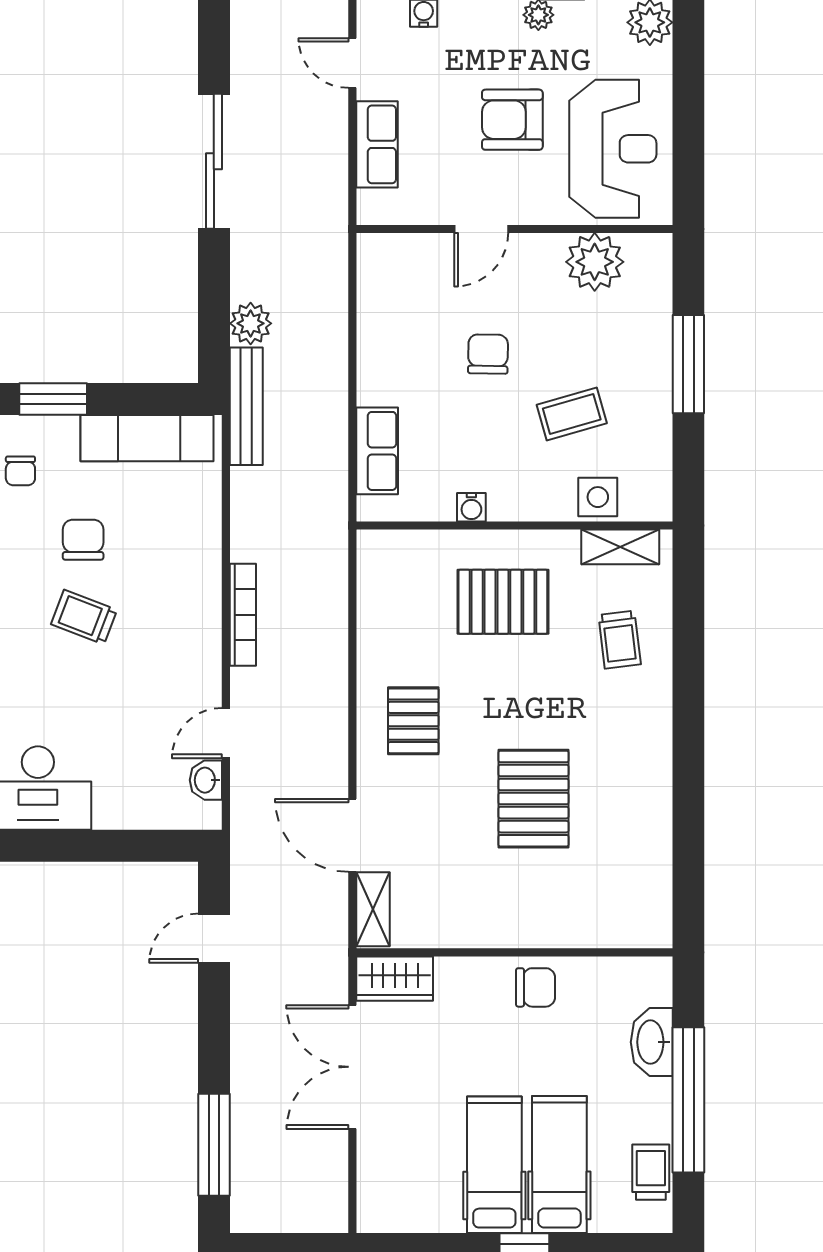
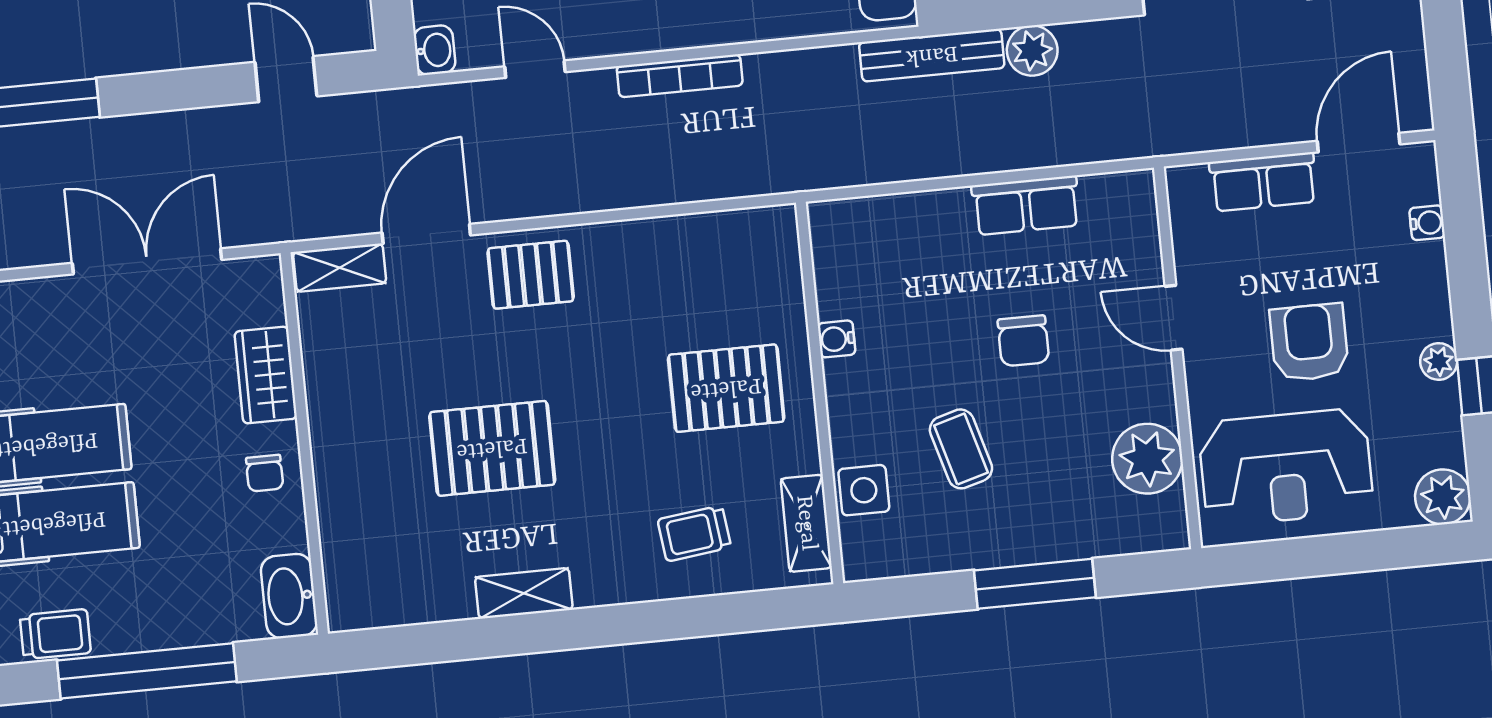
door: (352, 63) -> (1359, 143), width x1.38
chair: (488, 354) -> (1023, 341), turned 89
row of seats: (377, 451) -> (1026, 205), moved
pallet: (503, 602) -> (726, 388), turned 90
pallet: (413, 721) -> (531, 275), moved
washbasin: (206, 780) -> (435, 50), moved, turned 90
shelving: (655, 784) -> (524, 593), added
wardrobe: (395, 979) -> (266, 375), moved
chair: (536, 987) -> (265, 473), width x0.73, depth x0.73
washbasin: (652, 1042) -> (289, 596), moved, turned -90

